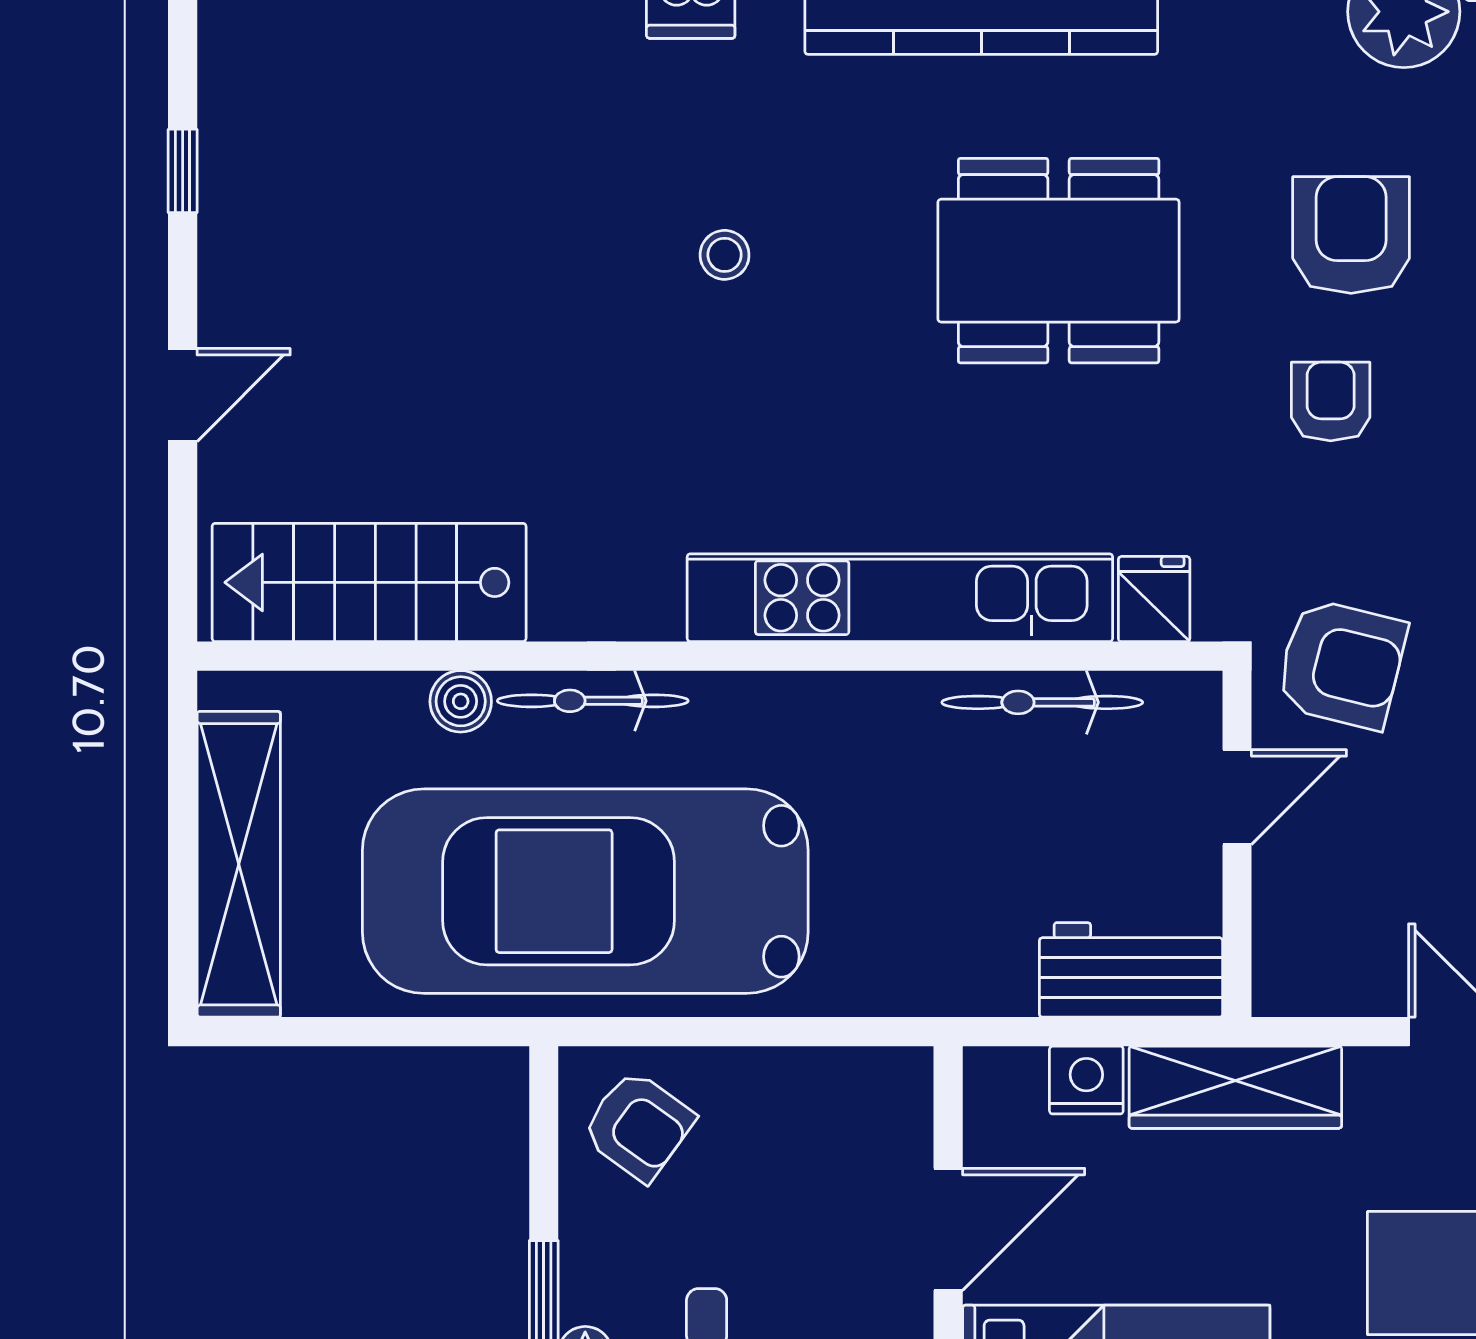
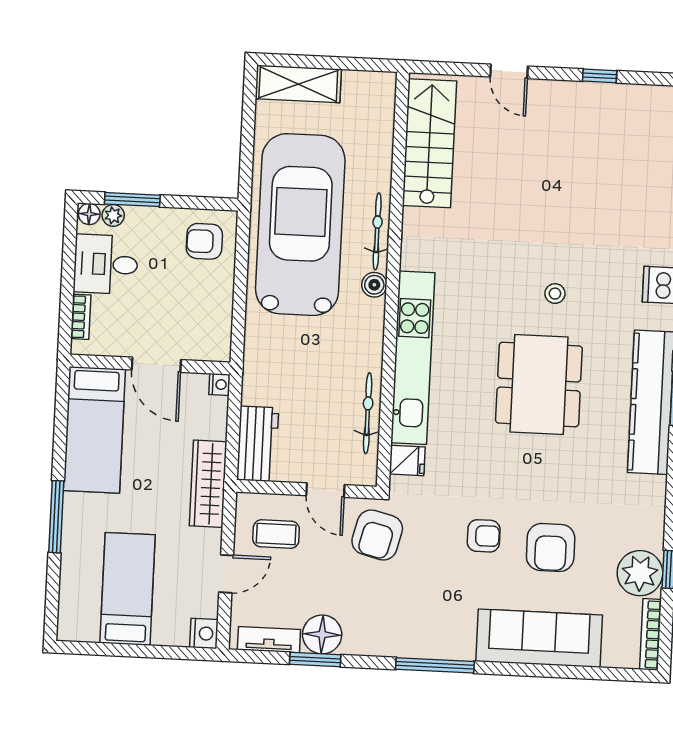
armchair: (1351, 235) -> (551, 547), turned 90
dining table: (1059, 261) -> (539, 385), moved
boiler: (461, 701) -> (374, 285), moved
shelving: (239, 864) -> (298, 84), width x0.68
coffee table: (1351, 913) -> (276, 534), added
nightstand: (1086, 1080) -> (219, 384), moved, width x0.72, depth x0.74
armchair: (638, 1126) -> (204, 241), turned 54

